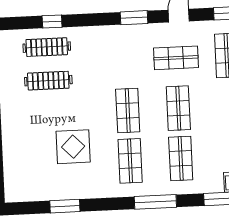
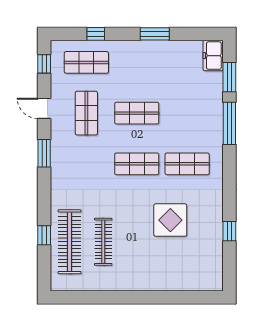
clothes rail: (47, 47) -> (70, 242), width x1.37, depth x1.31
shop shelf: (181, 158) -> (187, 113), removed
window: (155, 202) -> (229, 123), moved
window: (65, 206) -> (229, 231), width x0.67

